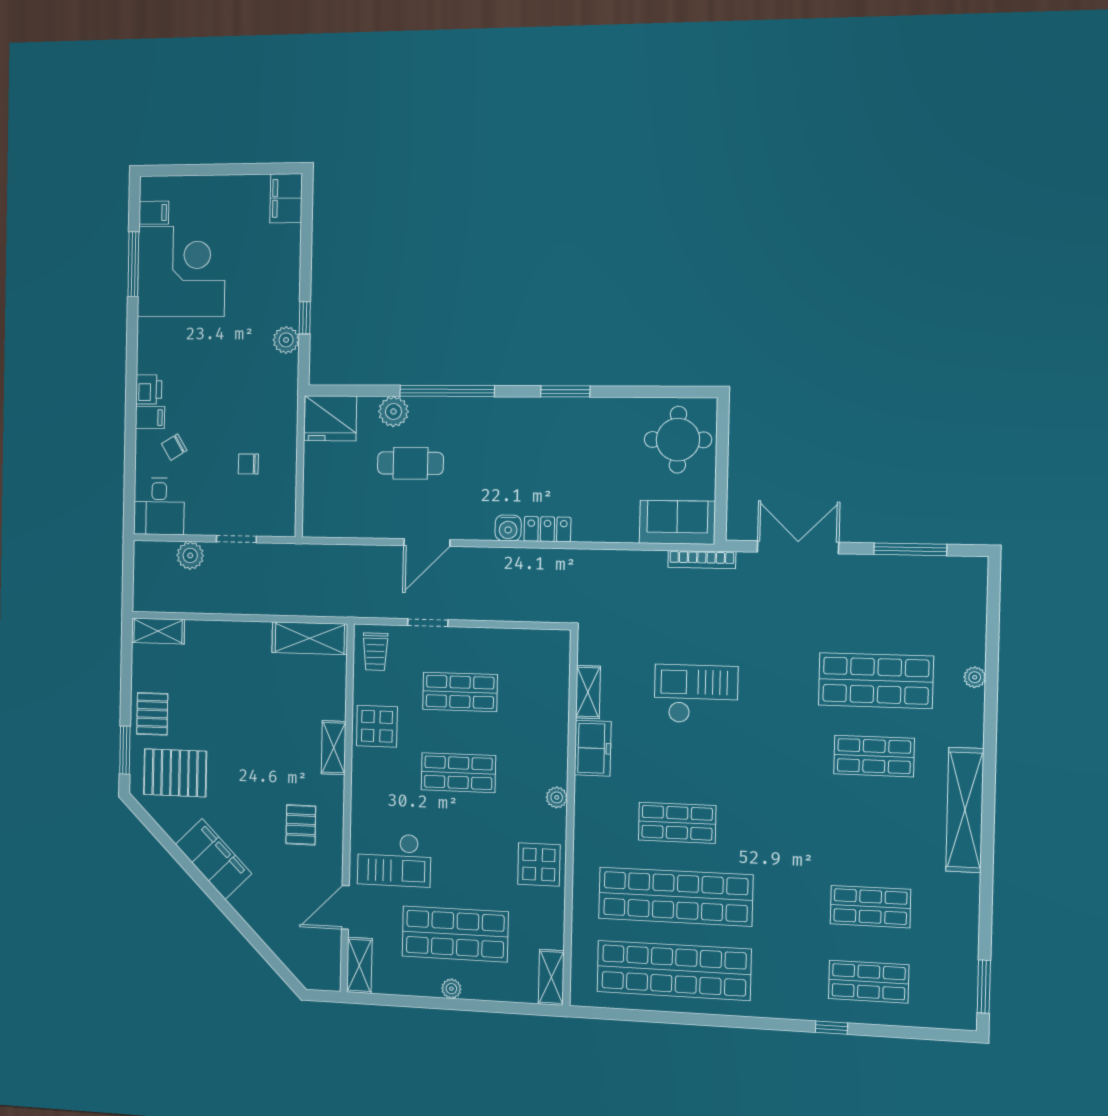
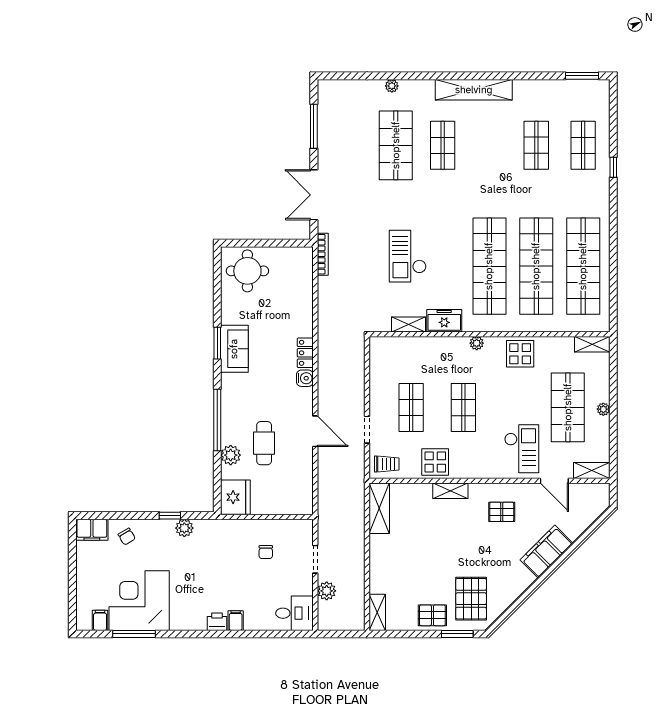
chair: (174, 447) -> (127, 537), moved
sofa: (677, 522) -> (234, 349), moved, turned 180
shop shelf: (677, 823) -> (489, 266), width x2.00, depth x1.36
filing cabinet: (214, 859) -> (546, 552), moved

